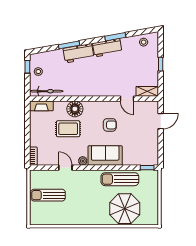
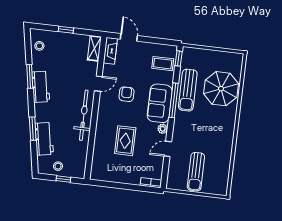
workbench: (79, 53) -> (44, 139), moved
window: (27, 67) -> (63, 179), moved
bicycle: (46, 91) -> (84, 115), moved, width x1.37, depth x1.40
door: (127, 99) -> (98, 84), moved
fireplace: (41, 106) -> (110, 51), moved
floor lamp: (75, 109) -> (104, 131), removed
coffee table: (141, 154) -> (163, 64), added
window: (109, 168) -> (174, 100), added

